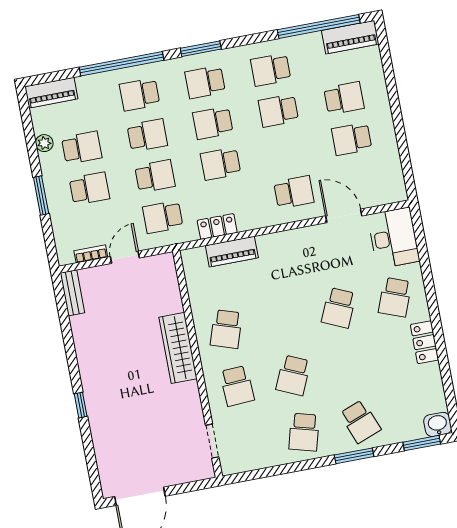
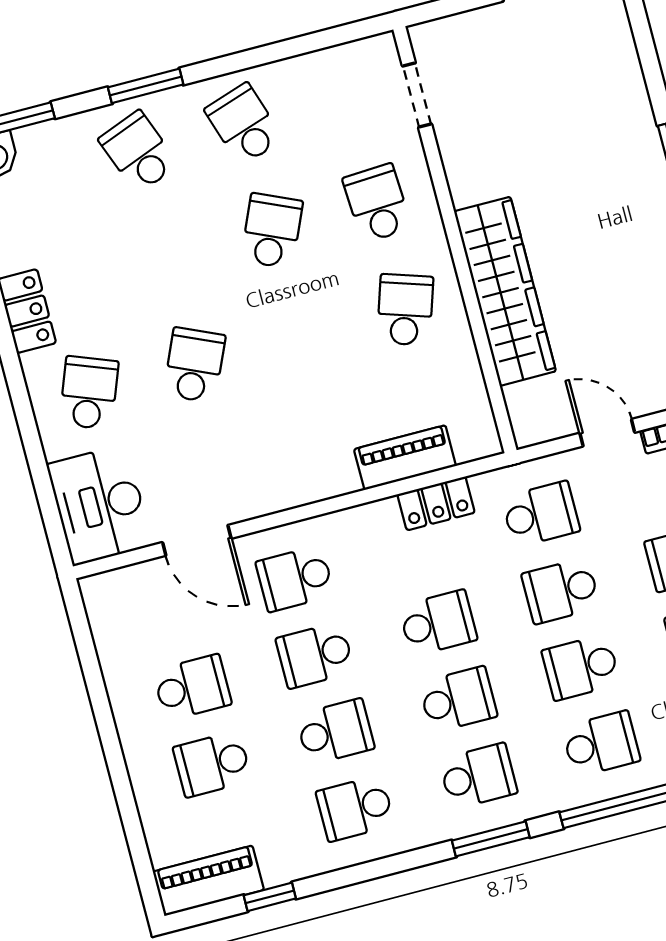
window: (319, 26) -> (270, 897), width x0.32
school desk: (271, 70) -> (355, 808), turned 180
school desk: (286, 151) -> (315, 655), added
door: (125, 257) -> (607, 433), swing flipped
wardrobe: (178, 348) -> (505, 291), width x1.40, depth x1.17
school desk: (304, 432) -> (244, 124), turned -33

